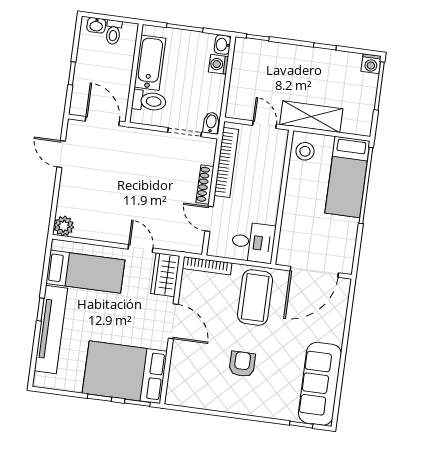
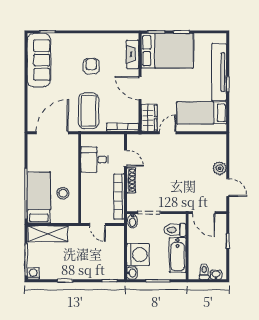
washing machine: (219, 64) -> (138, 255), width x1.89, depth x1.89
shelving: (311, 117) -> (48, 234), moved
stool: (305, 151) -> (63, 193), moved
plant: (64, 226) -> (220, 168), moved
desk: (253, 242) -> (95, 160), moved
door: (140, 249) -> (168, 133), swing flipped
armchair: (242, 364) -> (91, 66), turned 180
fireplace: (178, 374) -> (133, 54), added

